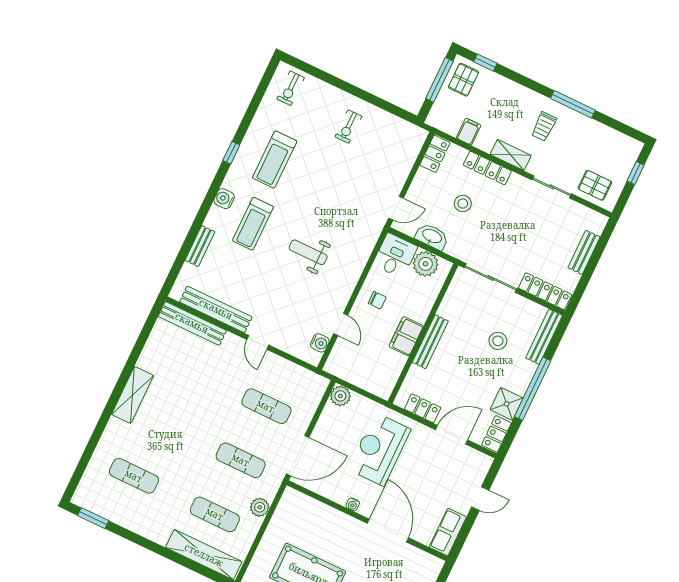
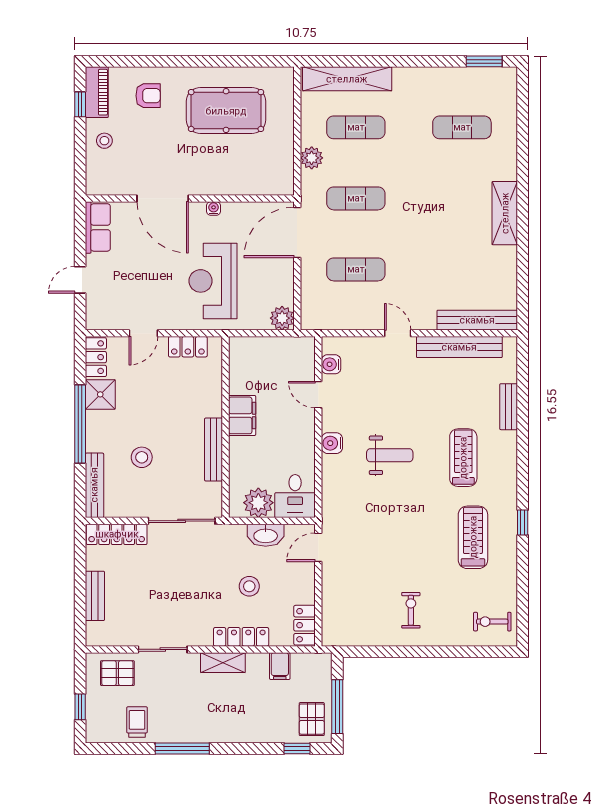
exercise bike: (291, 88) -> (492, 622), turned -90
trolley: (544, 126) -> (137, 722), moved
water cooler: (224, 199) -> (332, 443), moved, turned 180
chair: (377, 300) -> (291, 439), removed
bench: (430, 342) -> (214, 450), moved
door: (452, 435) -> (143, 333), width x0.73
reception desk: (380, 449) -> (213, 281), turned 180

